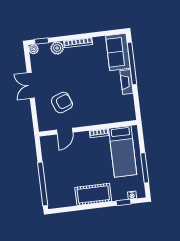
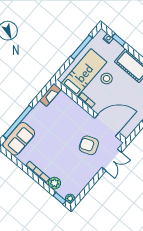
fireplace: (127, 82) -> (50, 95), moved
double door: (31, 85) -> (112, 160), moved
door: (65, 131) -> (107, 125), width x1.88
stool: (102, 165) -> (107, 78), added

